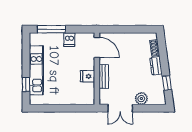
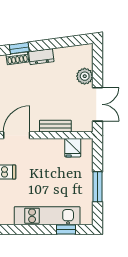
fridge: (88, 76) -> (73, 148), moved
window: (167, 83) -> (19, 48), moved
window: (58, 108) -> (98, 187), added

